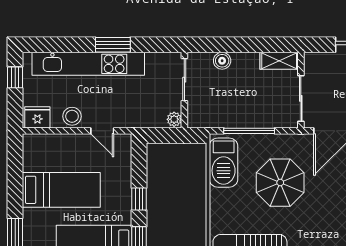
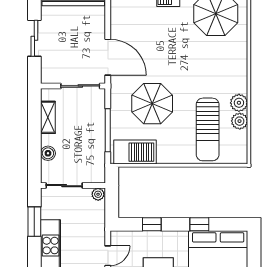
window: (113, 45) -> (34, 222), moved
shelving: (279, 61) -> (48, 117), moved
window: (139, 199) -> (152, 224), moved

